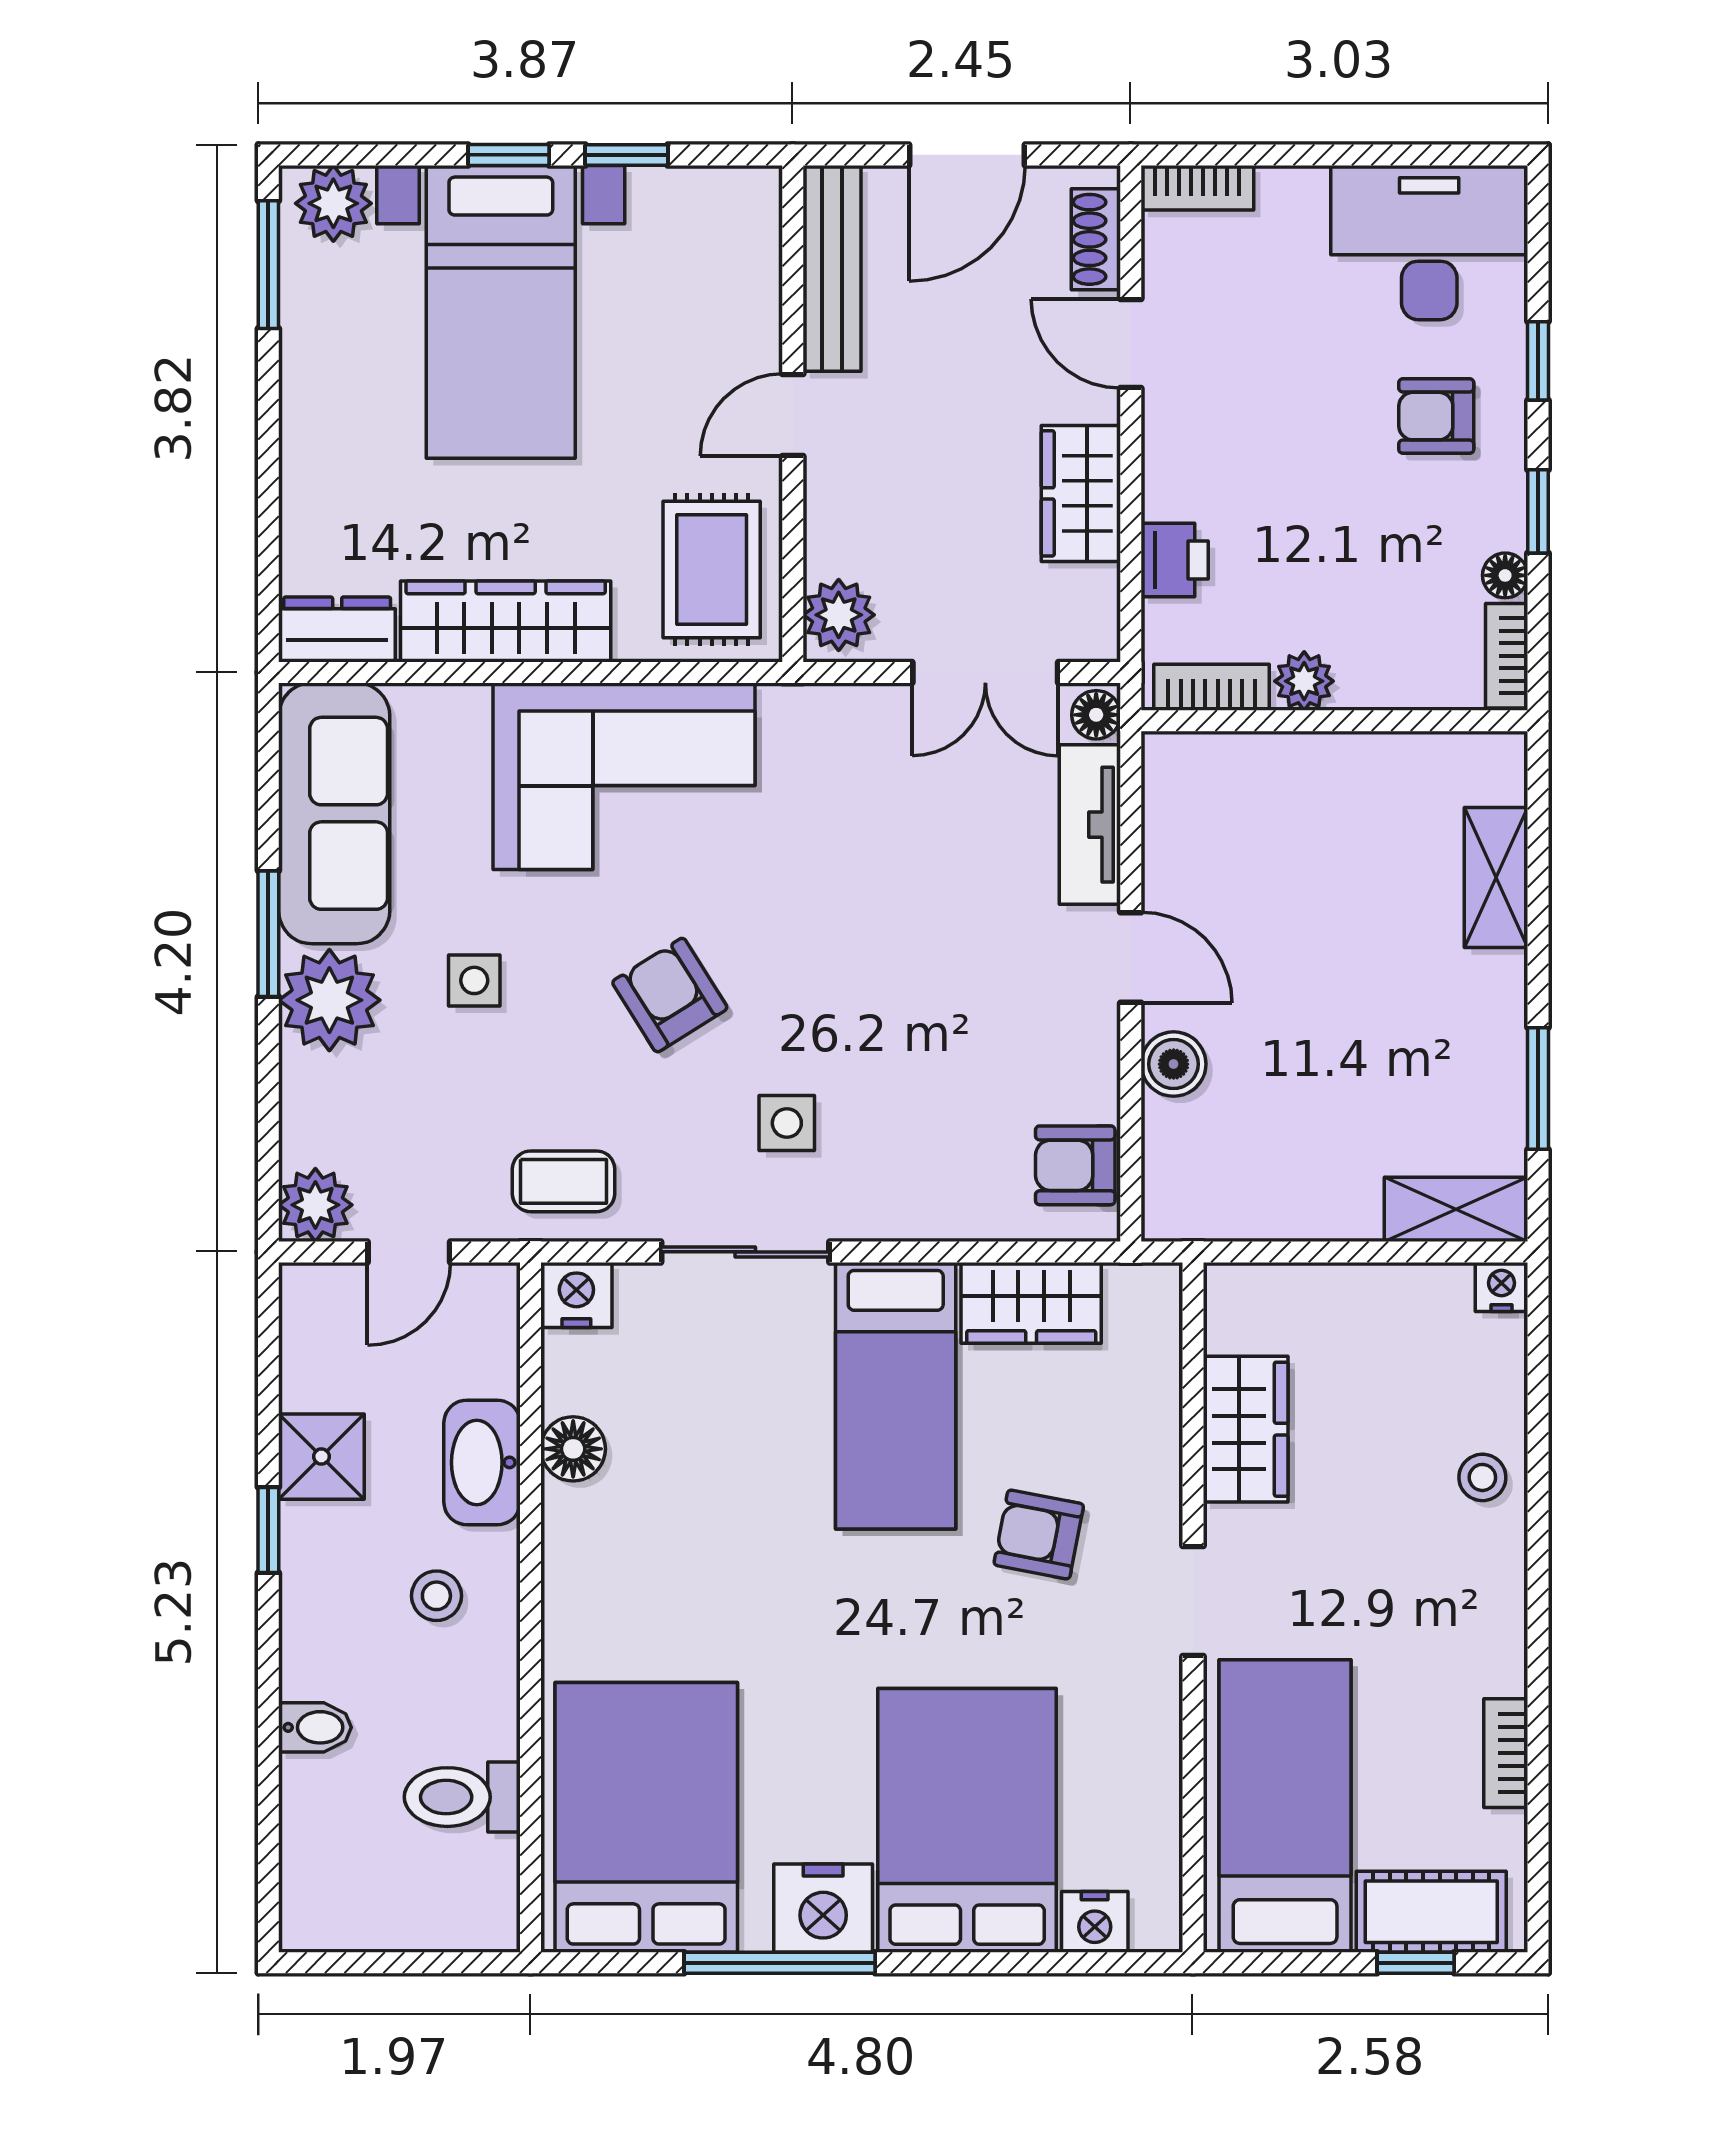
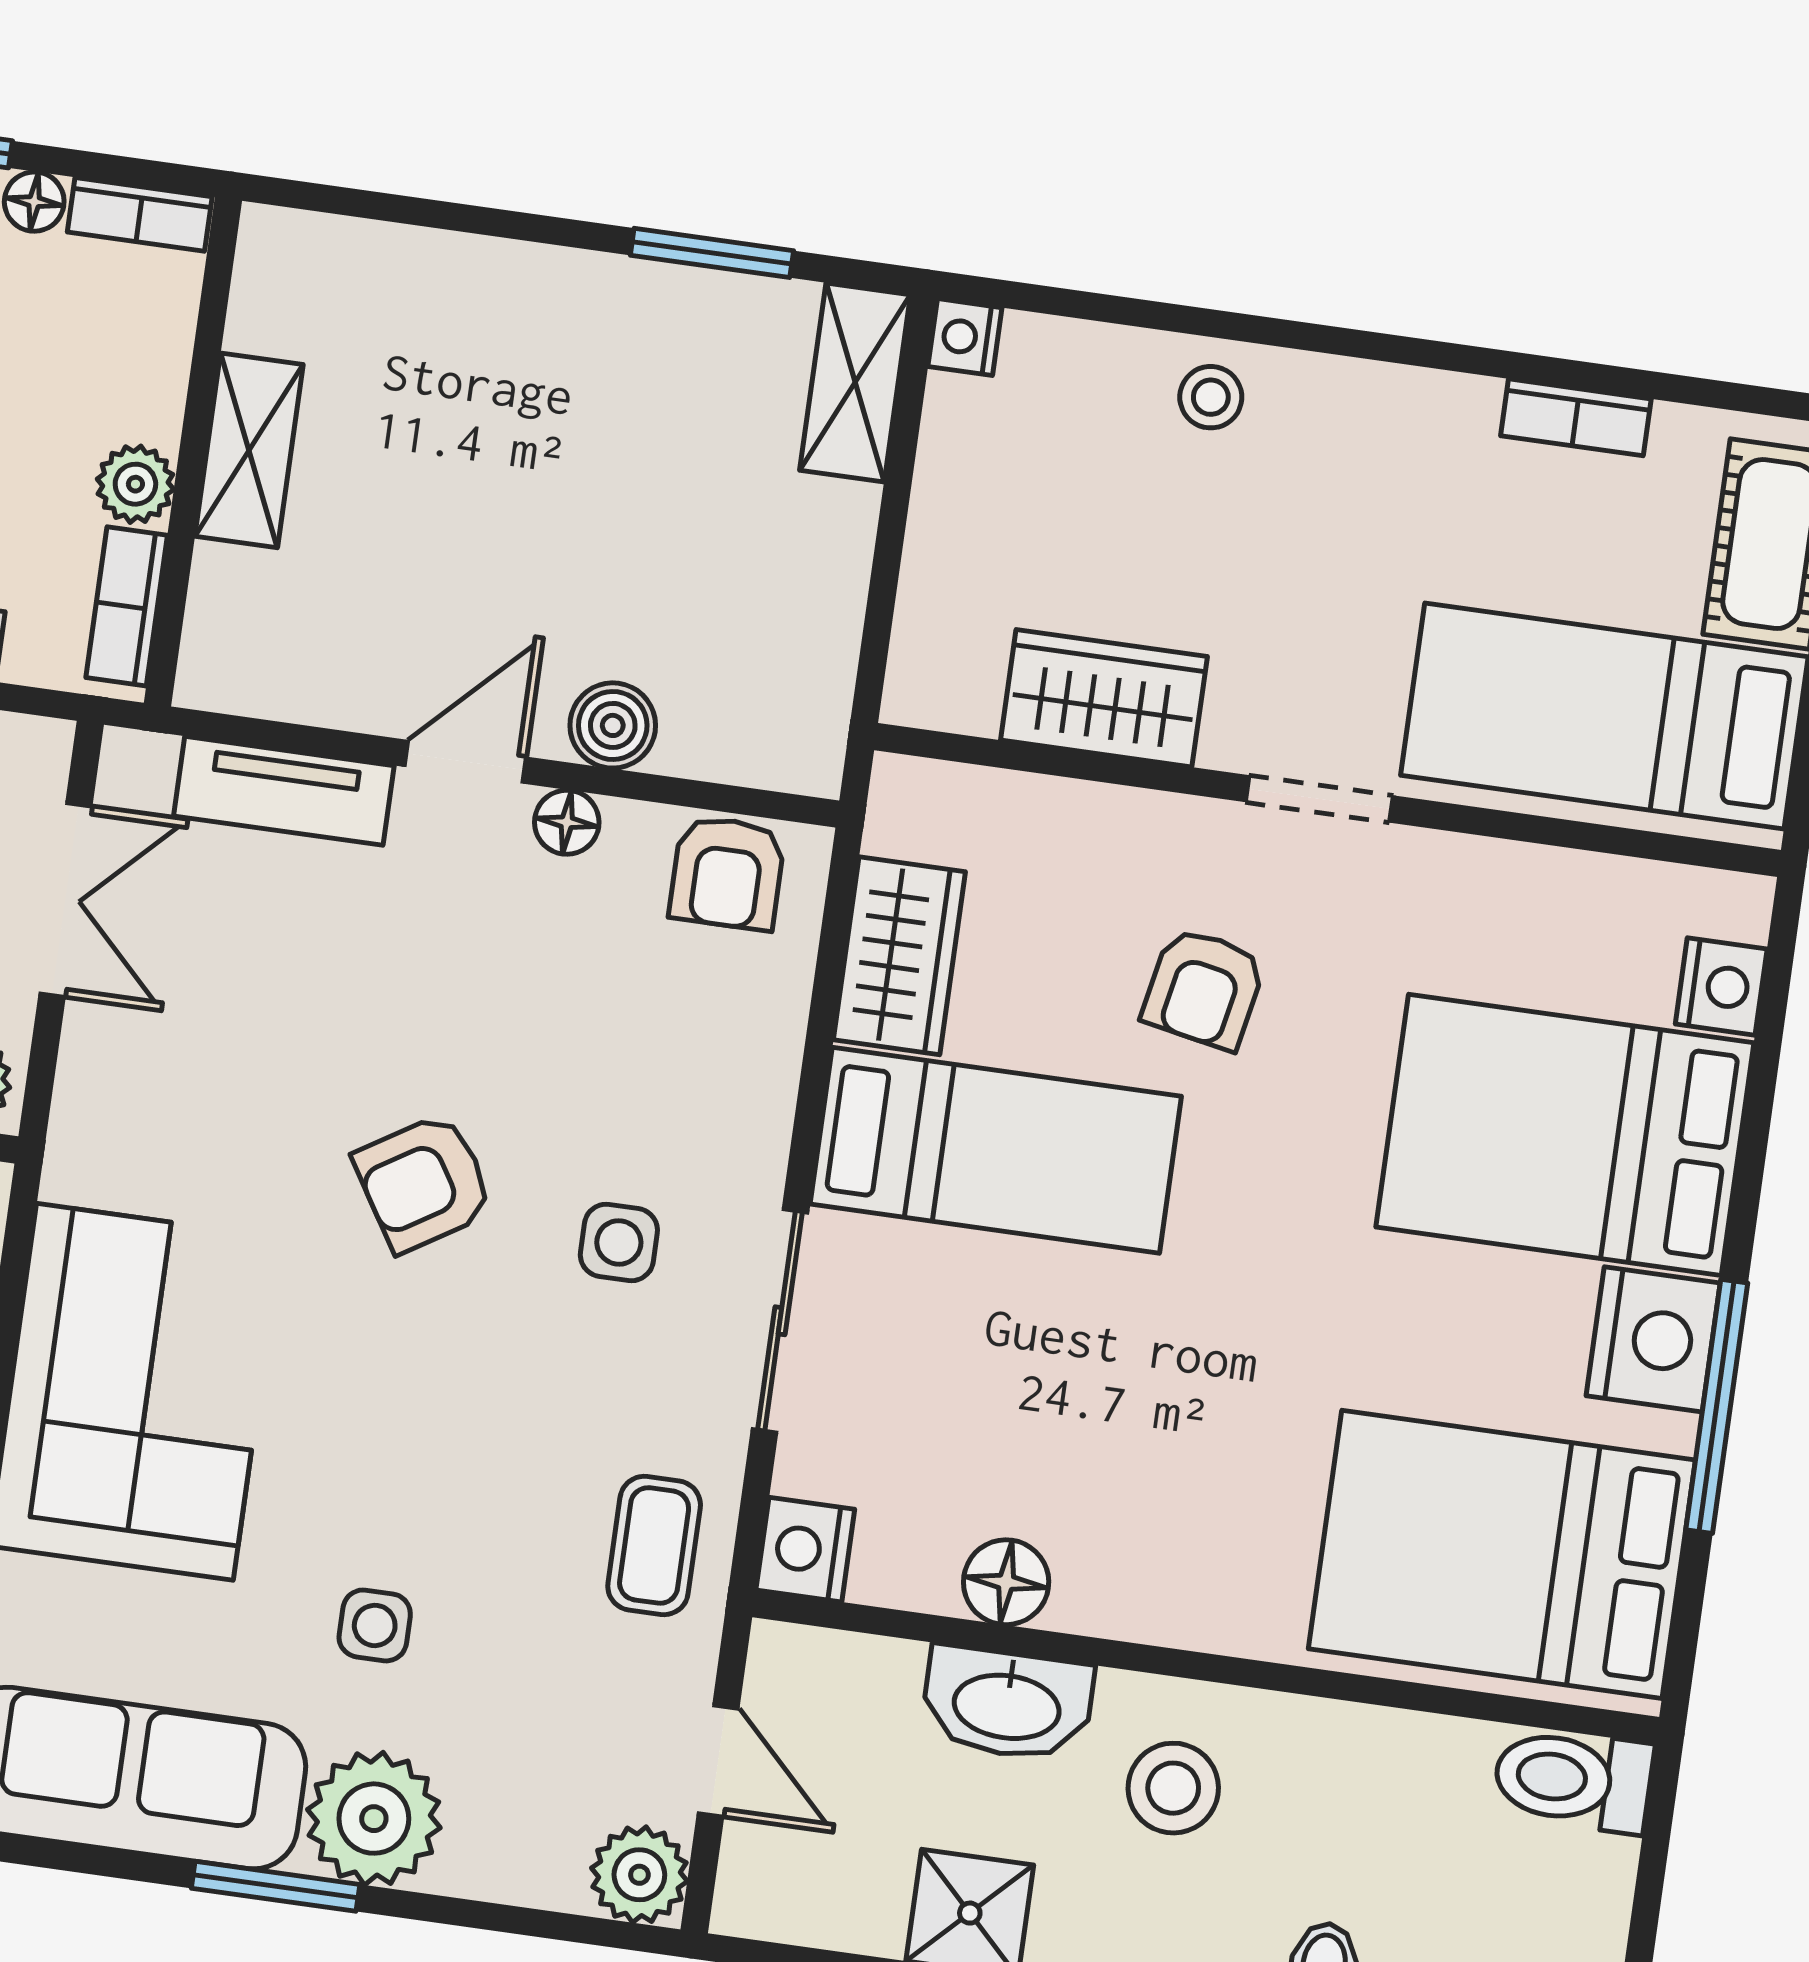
floor lamp: (1096, 715) -> (567, 822), moved
shelving: (1496, 878) -> (249, 450), moved, turned 90
armchair: (670, 995) -> (424, 1183), moved
stool: (436, 1596) -> (1173, 1788), width x1.37, depth x1.37
toilet: (462, 1797) -> (1573, 1779), moved, turned 90

